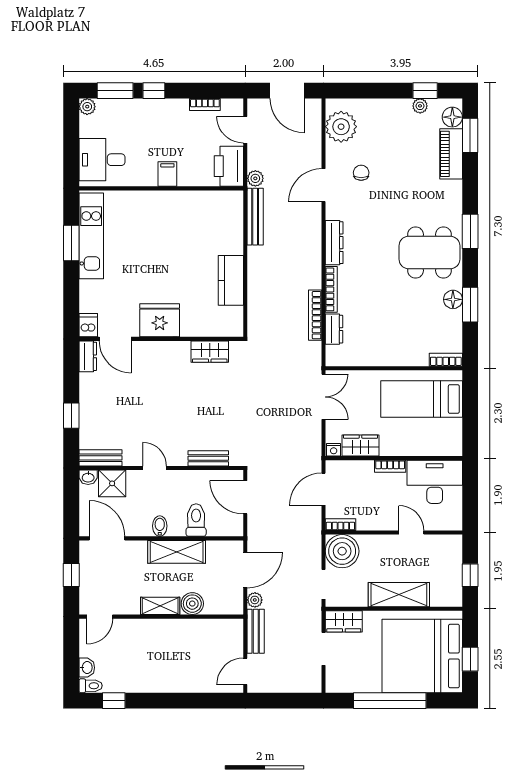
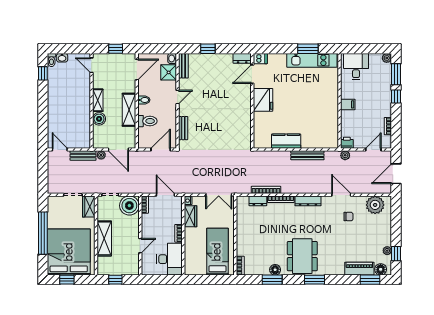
printer: (229, 166) -> (347, 143), width x0.53, depth x0.68
bench: (255, 217) -> (307, 155), moved
wardrobe: (210, 352) -> (245, 129), removed

